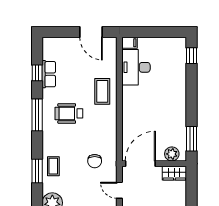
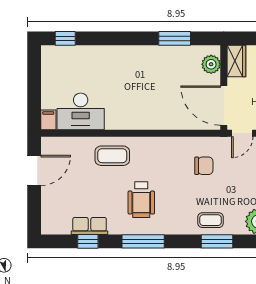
plant: (172, 154) -> (211, 64), moved
door: (140, 164) -> (224, 106), moved
wall: (154, 164) -> (224, 87), moved
wardrobe: (174, 173) -> (236, 61), moved

